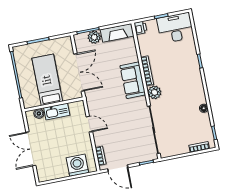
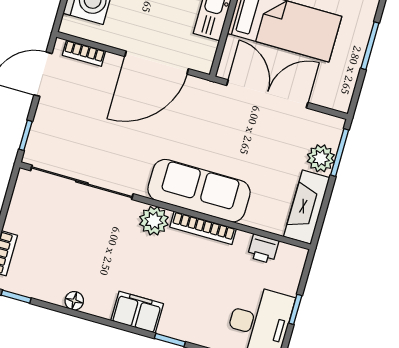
printer: (140, 28) -> (263, 249), moved
double door: (79, 72) -> (267, 94), swing flipped
sofa: (133, 80) -> (199, 191), width x1.36
filing cabinet: (195, 80) -> (137, 312), added
door: (89, 124) -> (157, 63), width x1.87

